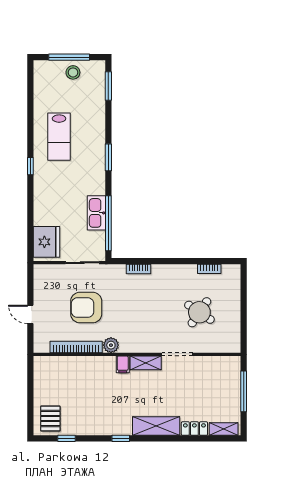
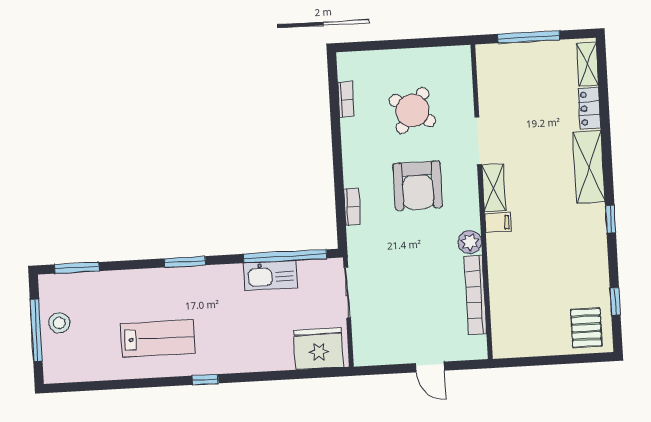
armchair: (86, 308) -> (418, 186), moved
door: (30, 314) -> (430, 367), hinge flipped
pallet: (50, 418) -> (586, 328), turned 90

